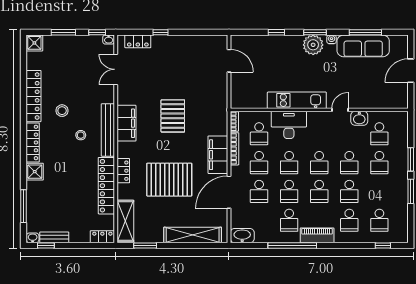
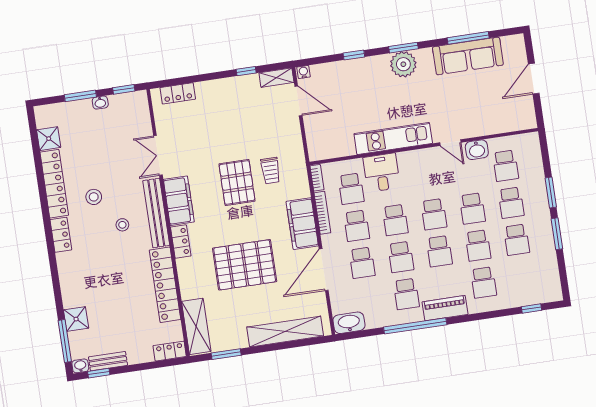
window: (160, 32) -> (246, 71), moved
washbasin: (109, 39) -> (100, 103), moved
water cooler: (332, 39) -> (304, 72), moved
shelving: (215, 41) -> (276, 78), added
shower: (34, 43) -> (49, 139), moved
double door: (116, 69) -> (158, 155), moved
door: (340, 110) -> (450, 143), swing flipped
trolley: (200, 111) -> (270, 170), added
desk: (289, 125) -> (382, 173), width x0.73
locker: (33, 142) -> (61, 235), width x0.66
locker: (123, 171) -> (181, 242), moved
shower: (35, 172) -> (76, 319), moved
window: (24, 206) -> (65, 341), moved
school desk: (379, 220) -> (517, 240), moved

